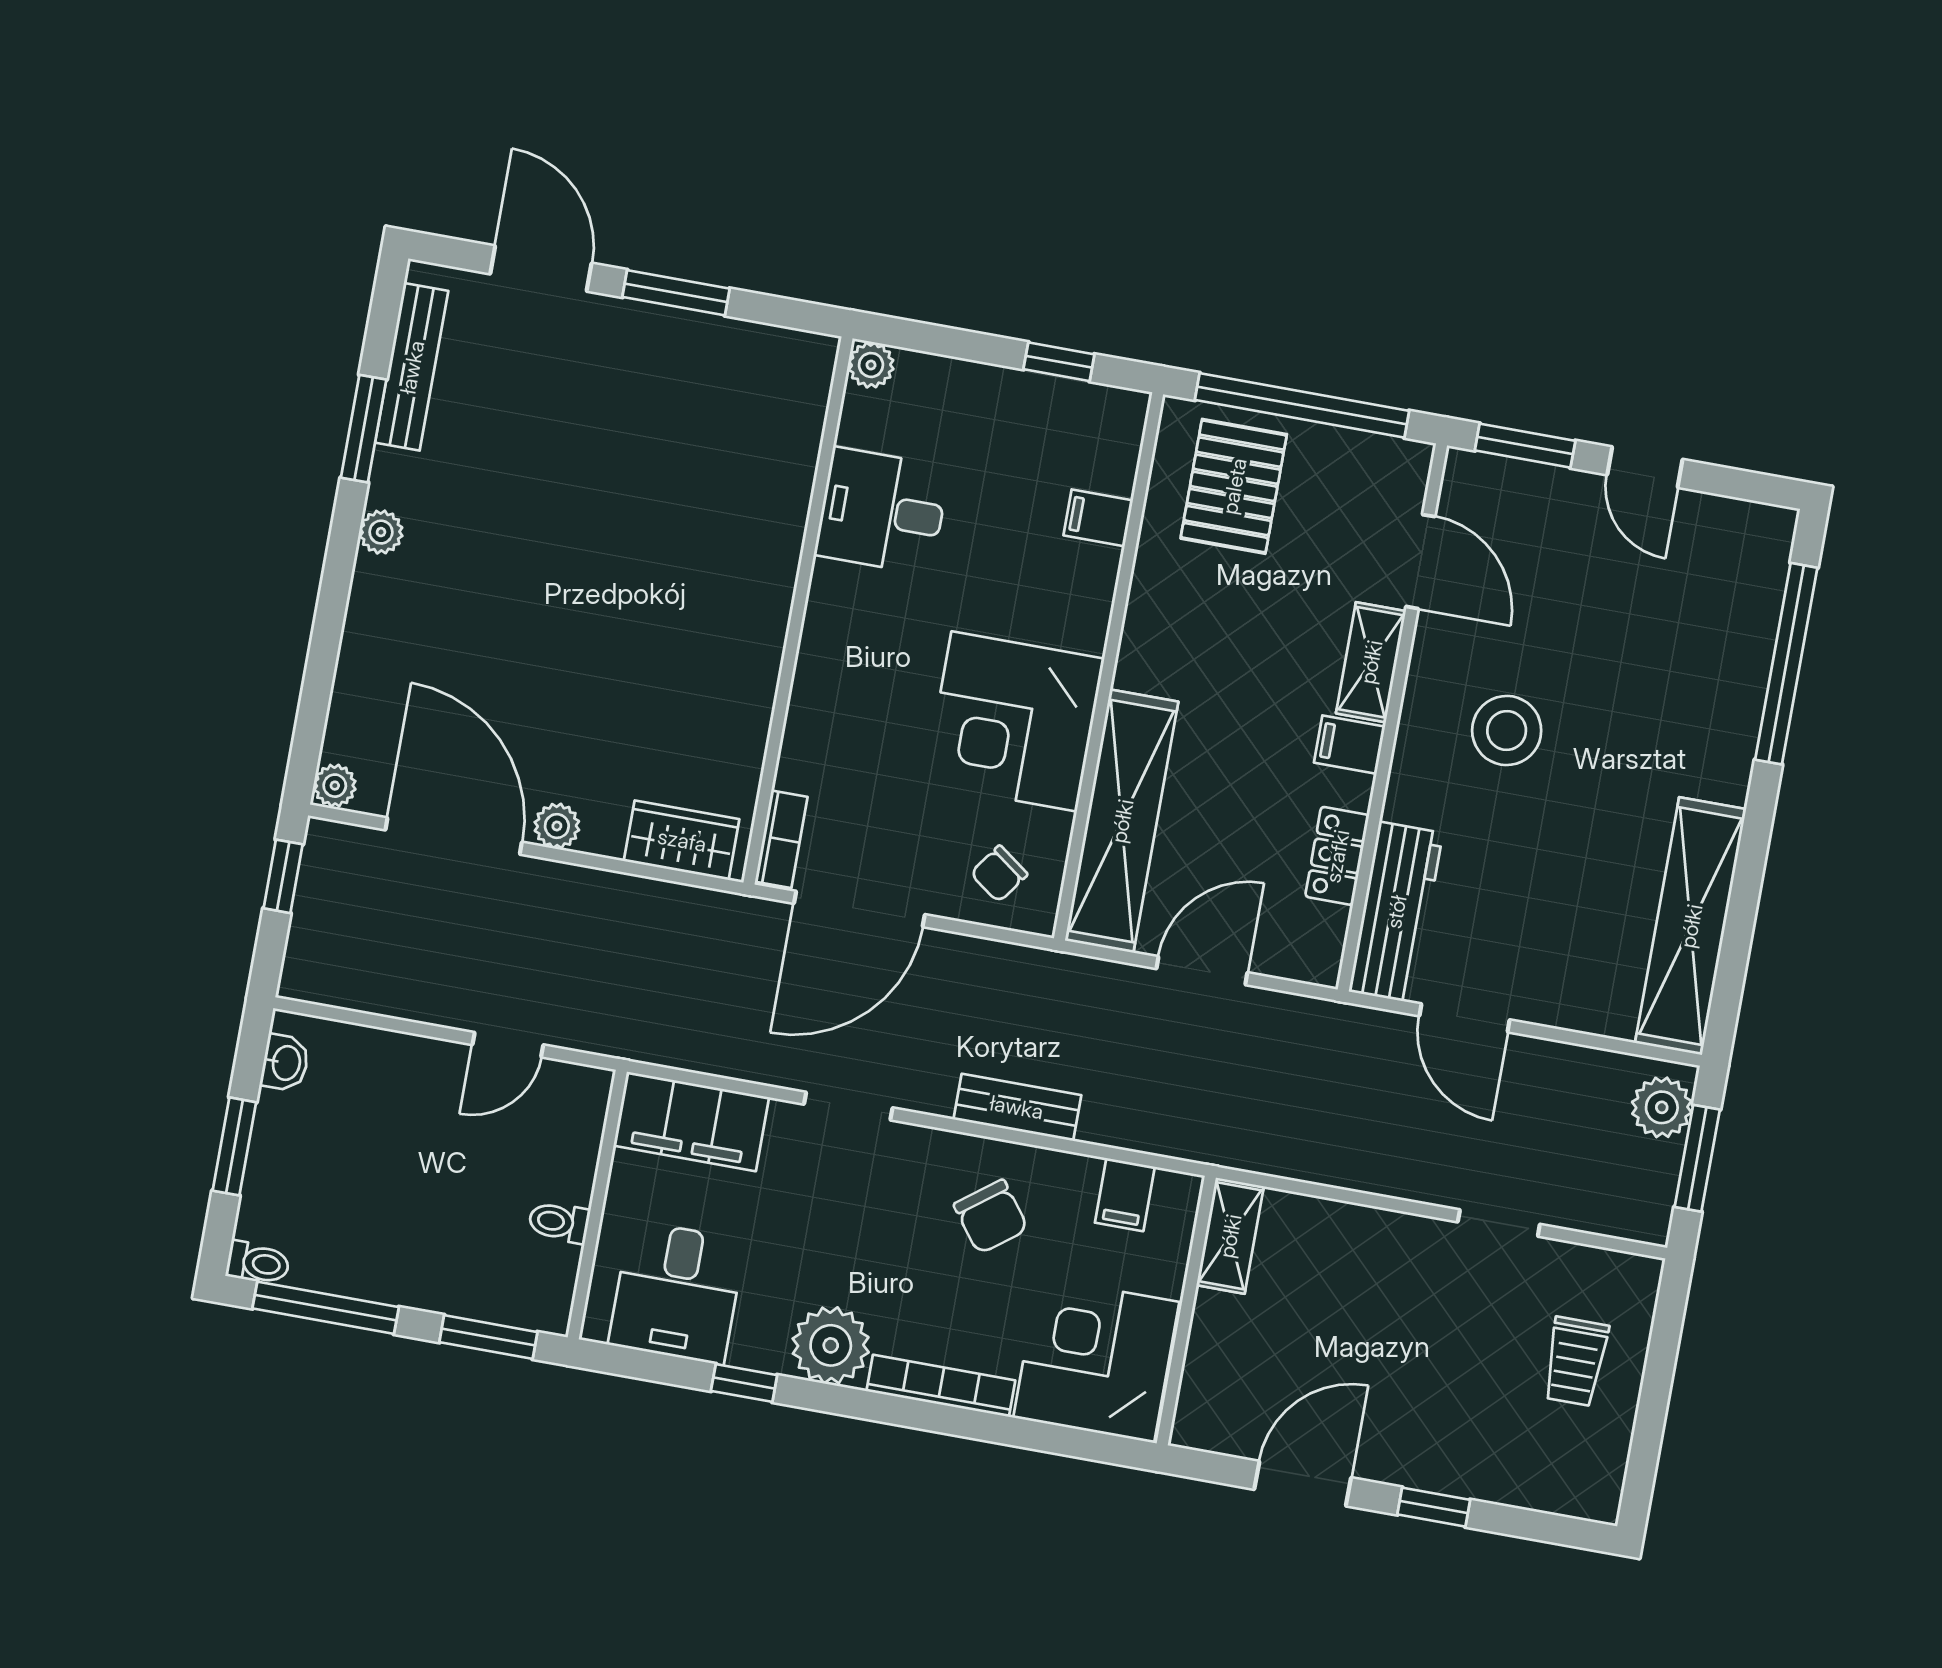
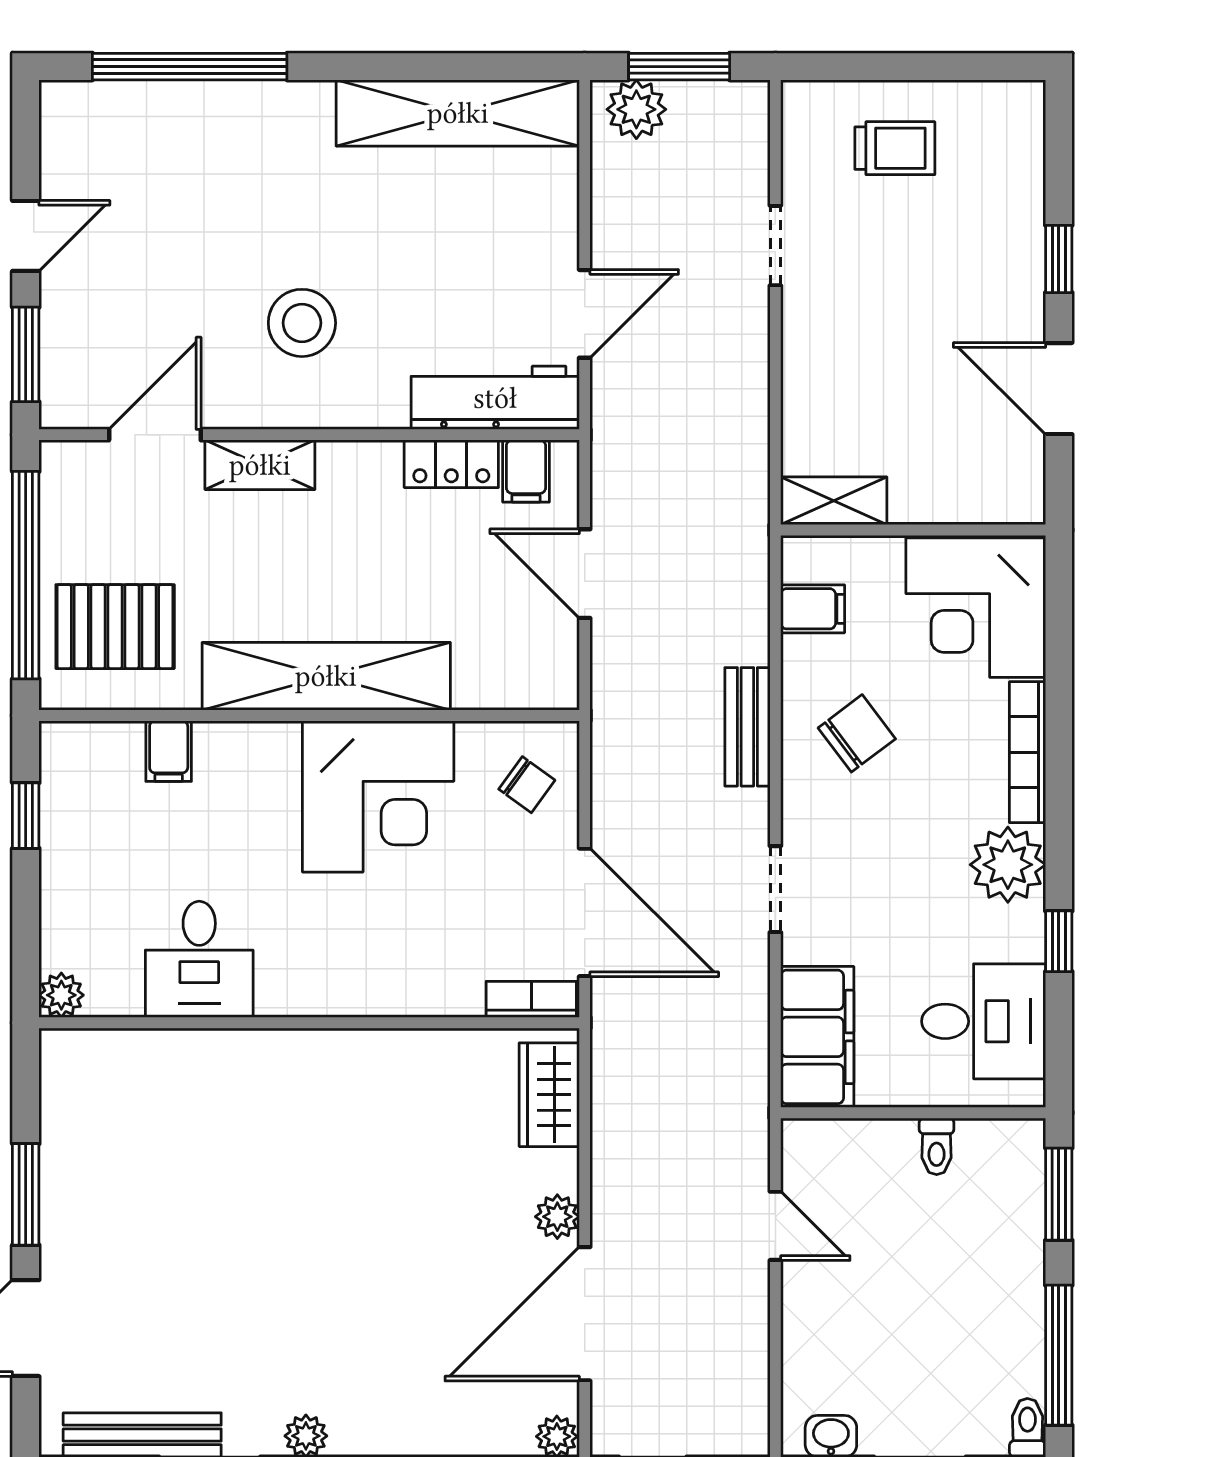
filing cabinet: (1349, 745) -> (526, 471), moved
shelving: (1122, 821) -> (326, 676), moved

